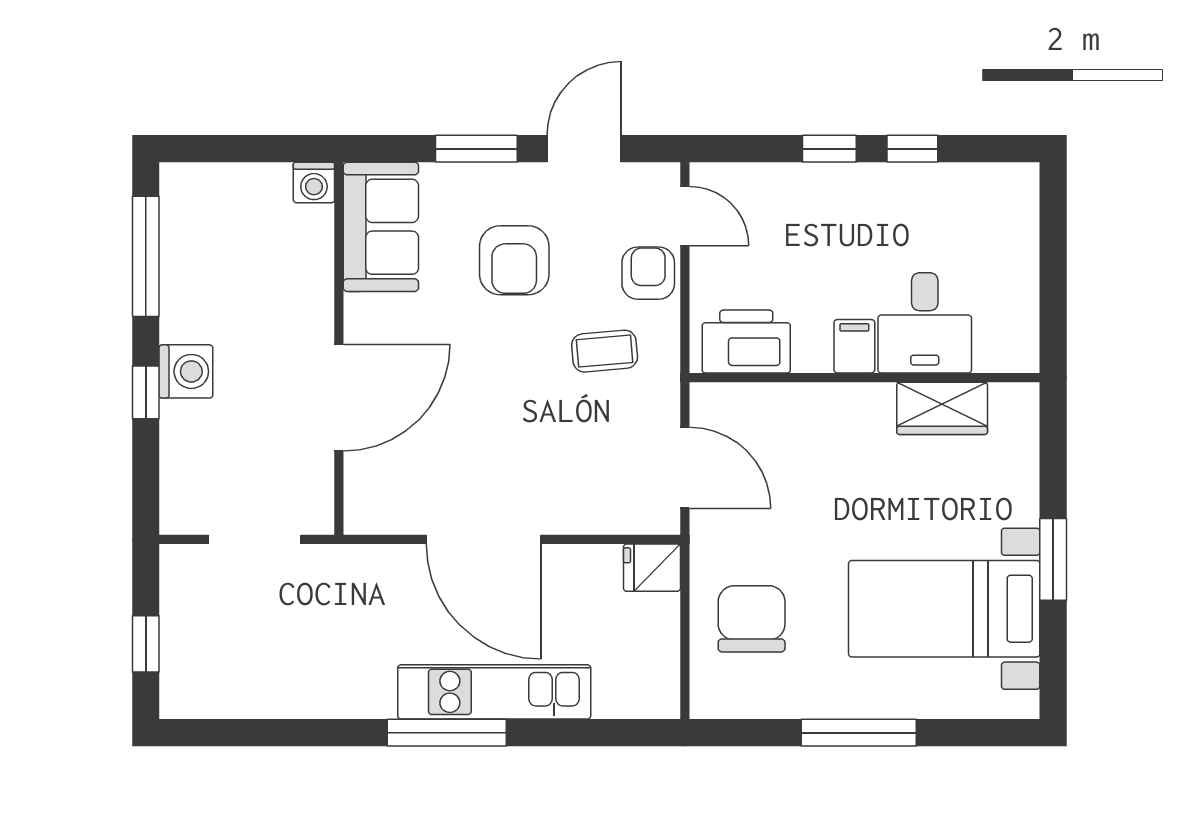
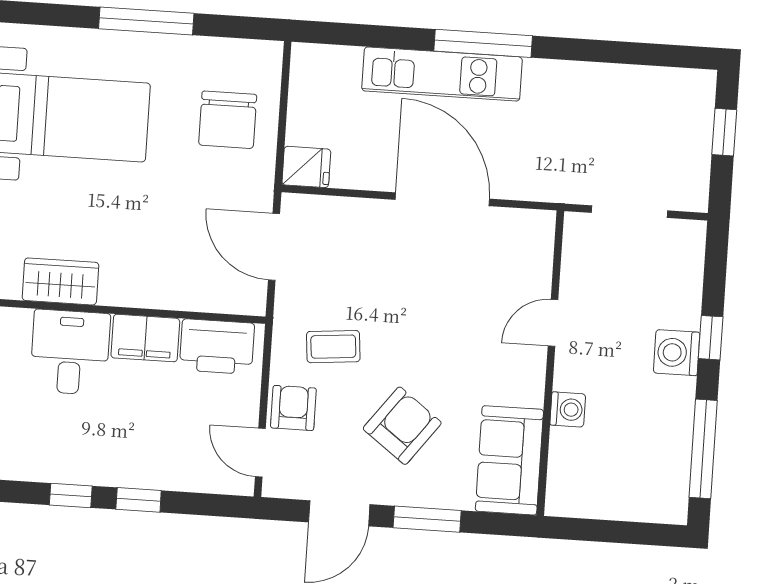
washing machine: (314, 182) -> (568, 409), moved, turned 90
armchair: (514, 260) -> (402, 426), turned 37
armchair: (648, 273) -> (293, 408), turned 180
filing cabinet: (854, 346) -> (145, 338), width x2.00
door: (339, 398) -> (553, 323), width x0.53

